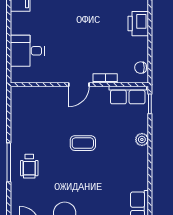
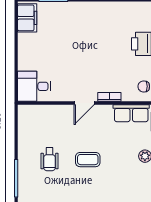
desk: (27, 51) -> (34, 86), moved
wheelchair: (29, 166) -> (50, 159), moved

